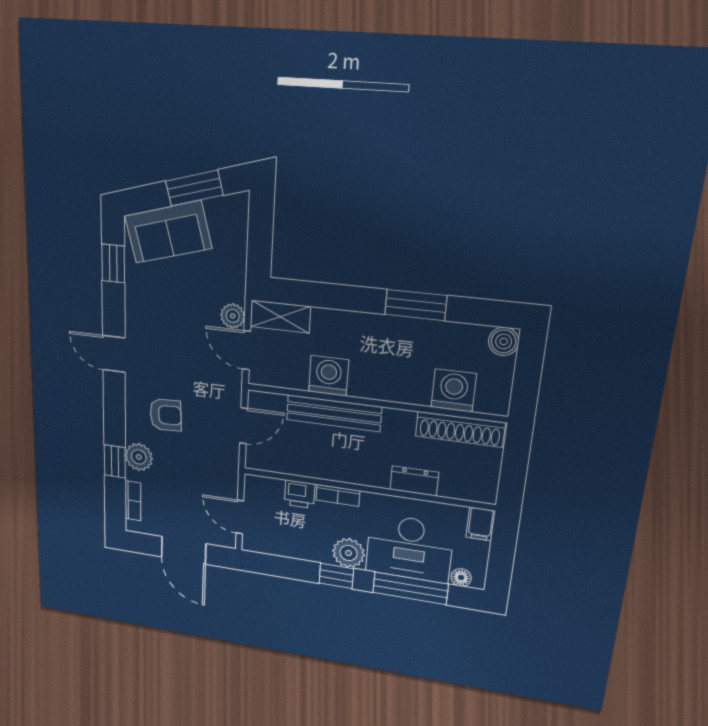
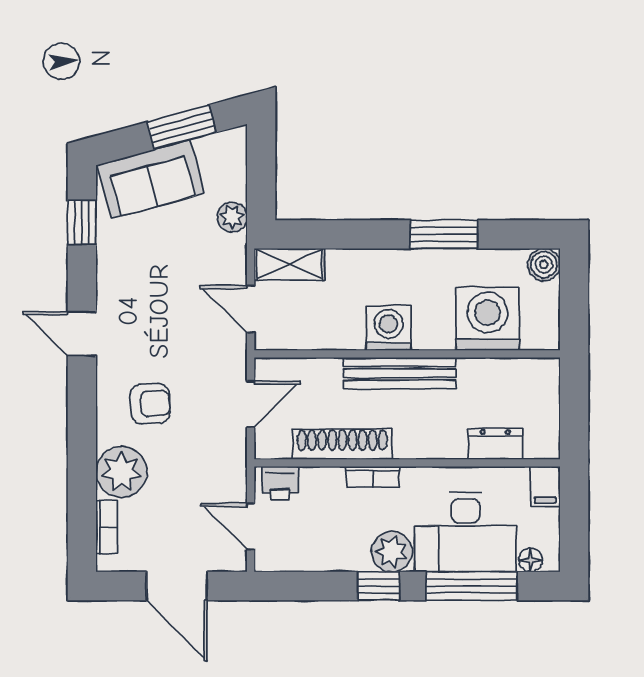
plant: (233, 316) -> (232, 217), moved
washing machine: (329, 376) -> (389, 328), moved
washing machine: (454, 390) -> (488, 319), width x1.37, depth x1.37
bench: (334, 413) -> (400, 373), moved
shoe rack: (460, 429) -> (342, 444), moved, turned 180
plant: (139, 457) -> (121, 472), width x1.36, depth x1.36
window: (115, 461) -> (82, 476), removed
dresser: (414, 481) -> (495, 444), moved
printer: (300, 494) -> (280, 483), moved

